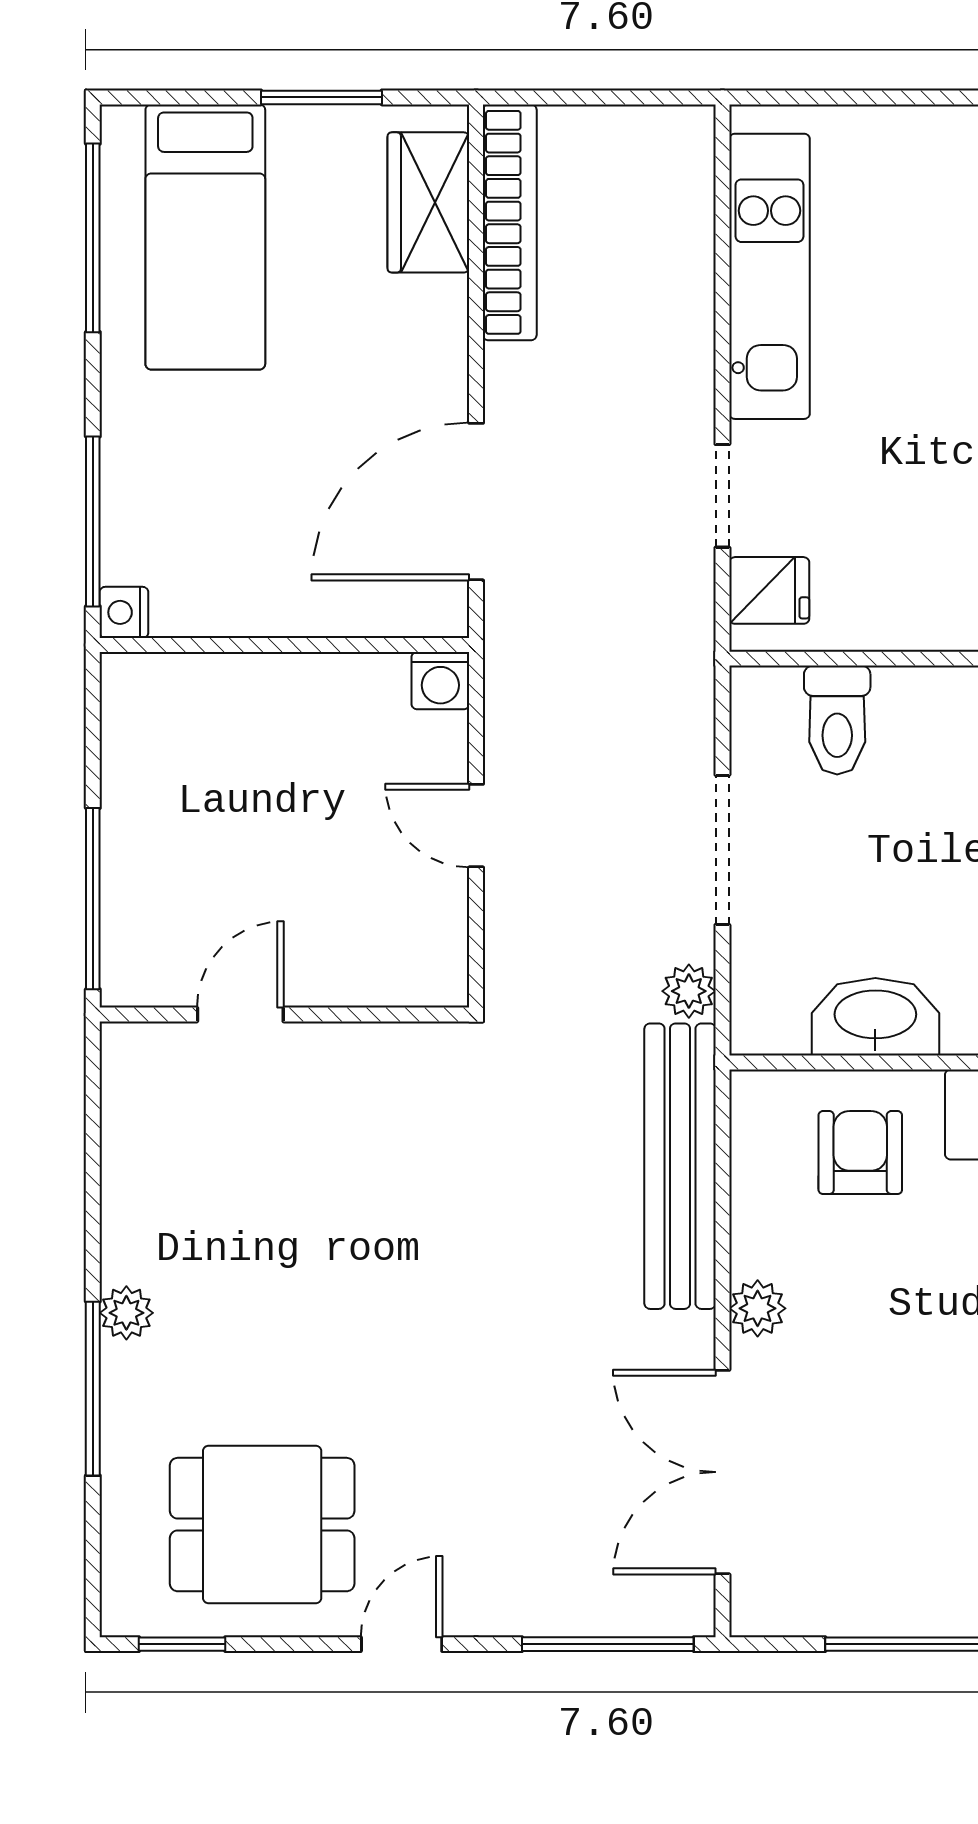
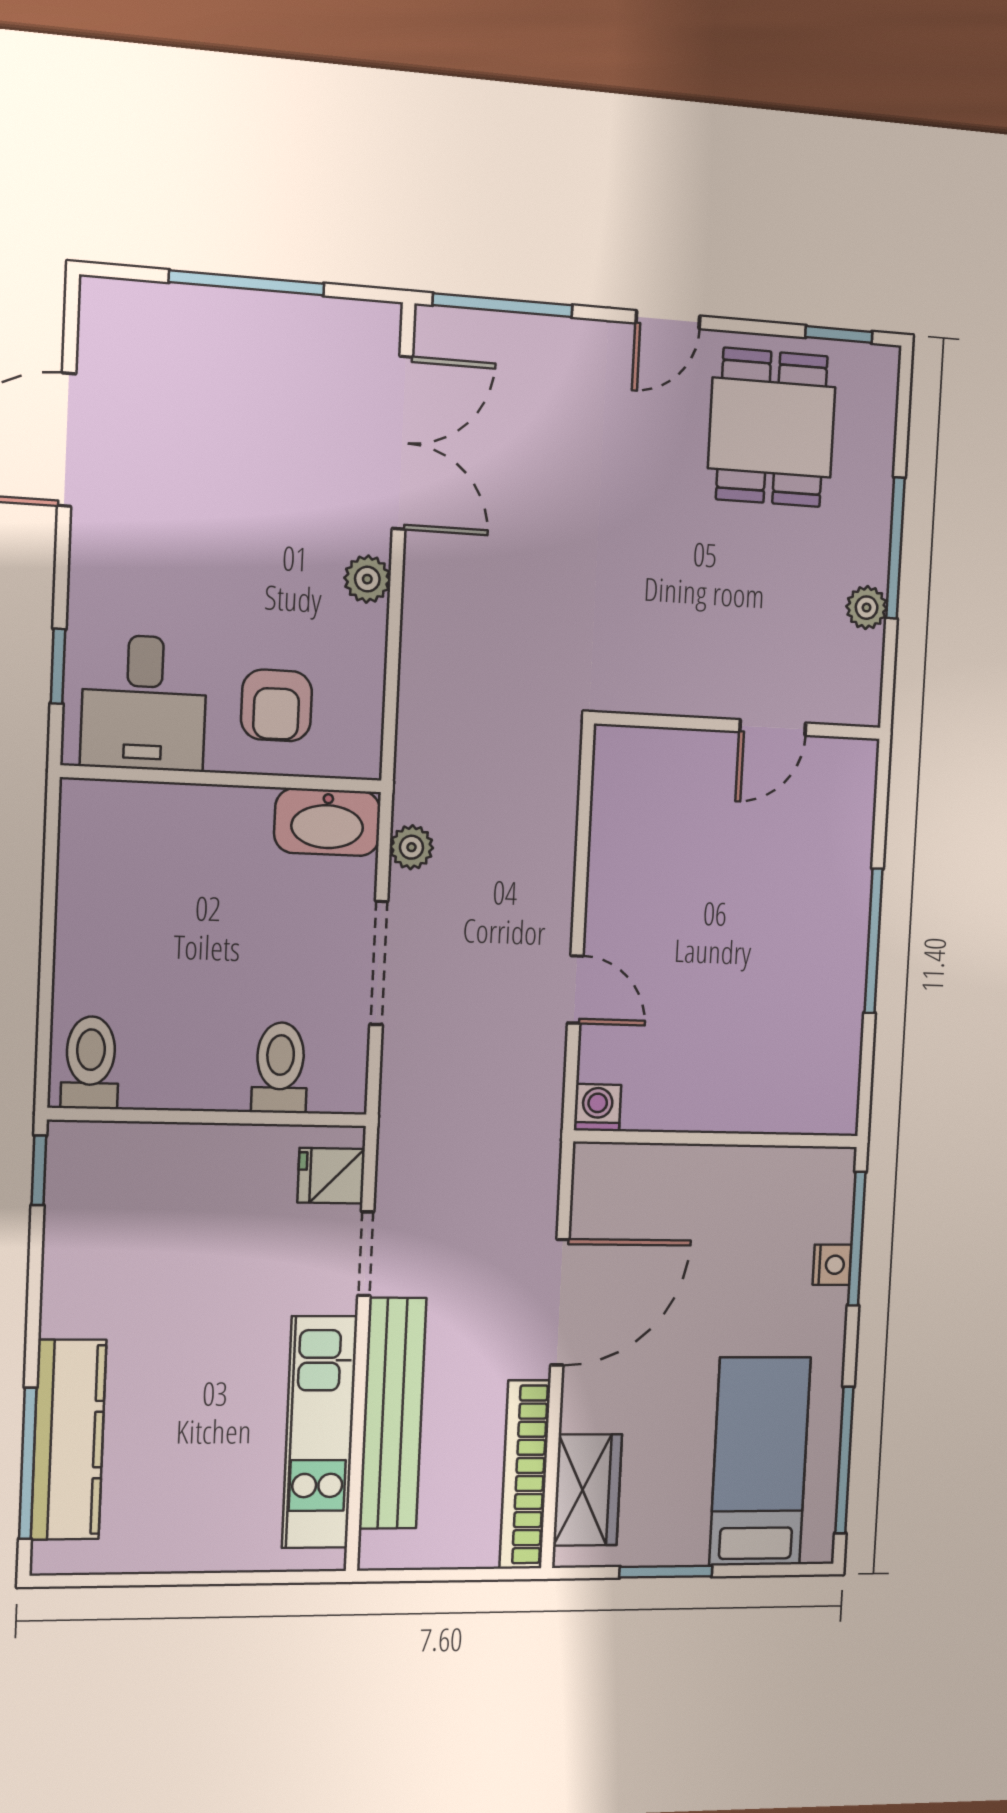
door: (476, 502) -> (560, 1302), moved
nightstand: (124, 612) -> (832, 1265), moved
door: (240, 1015) -> (773, 727), moved
wall: (284, 1015) -> (739, 726), moved
washbasin: (875, 1017) -> (327, 822), moved
bench: (680, 1166) -> (393, 1413), moved
dining table: (262, 1525) -> (772, 428), turned 90

